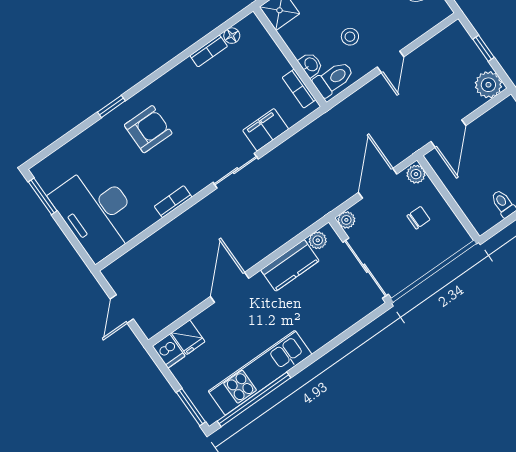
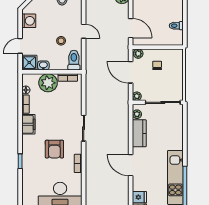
plant: (268, 63) -> (48, 83), added
washbasin: (311, 65) -> (43, 65), moved
armchair: (148, 129) -> (54, 149), moved, turned 180
filing cabinet: (266, 130) -> (28, 124), moved, turned 180

